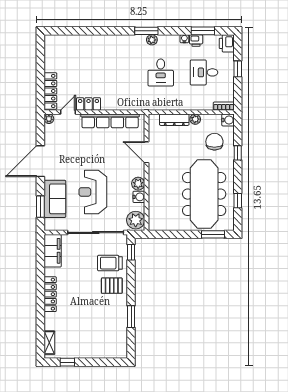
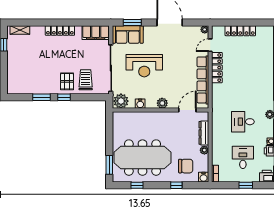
locker: (50, 91) -> (240, 31), moved
locker: (89, 104) -> (217, 68), width x1.53
door: (68, 112) -> (210, 45), swing flipped
door: (147, 152) -> (187, 110), moved
plant: (138, 184) -> (162, 103), moved
reception desk: (93, 192) -> (144, 66), turned 180
sofa: (55, 199) -> (128, 34), moved
window: (131, 252) -> (64, 97), moved

